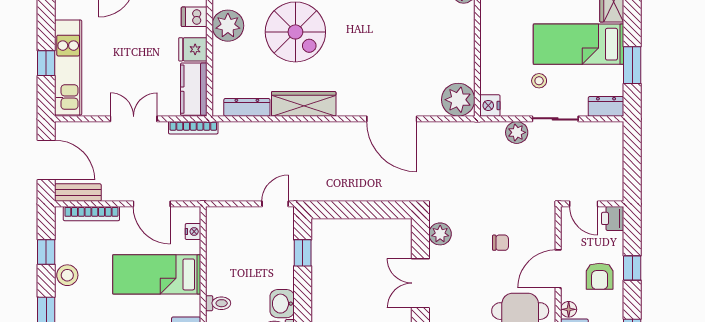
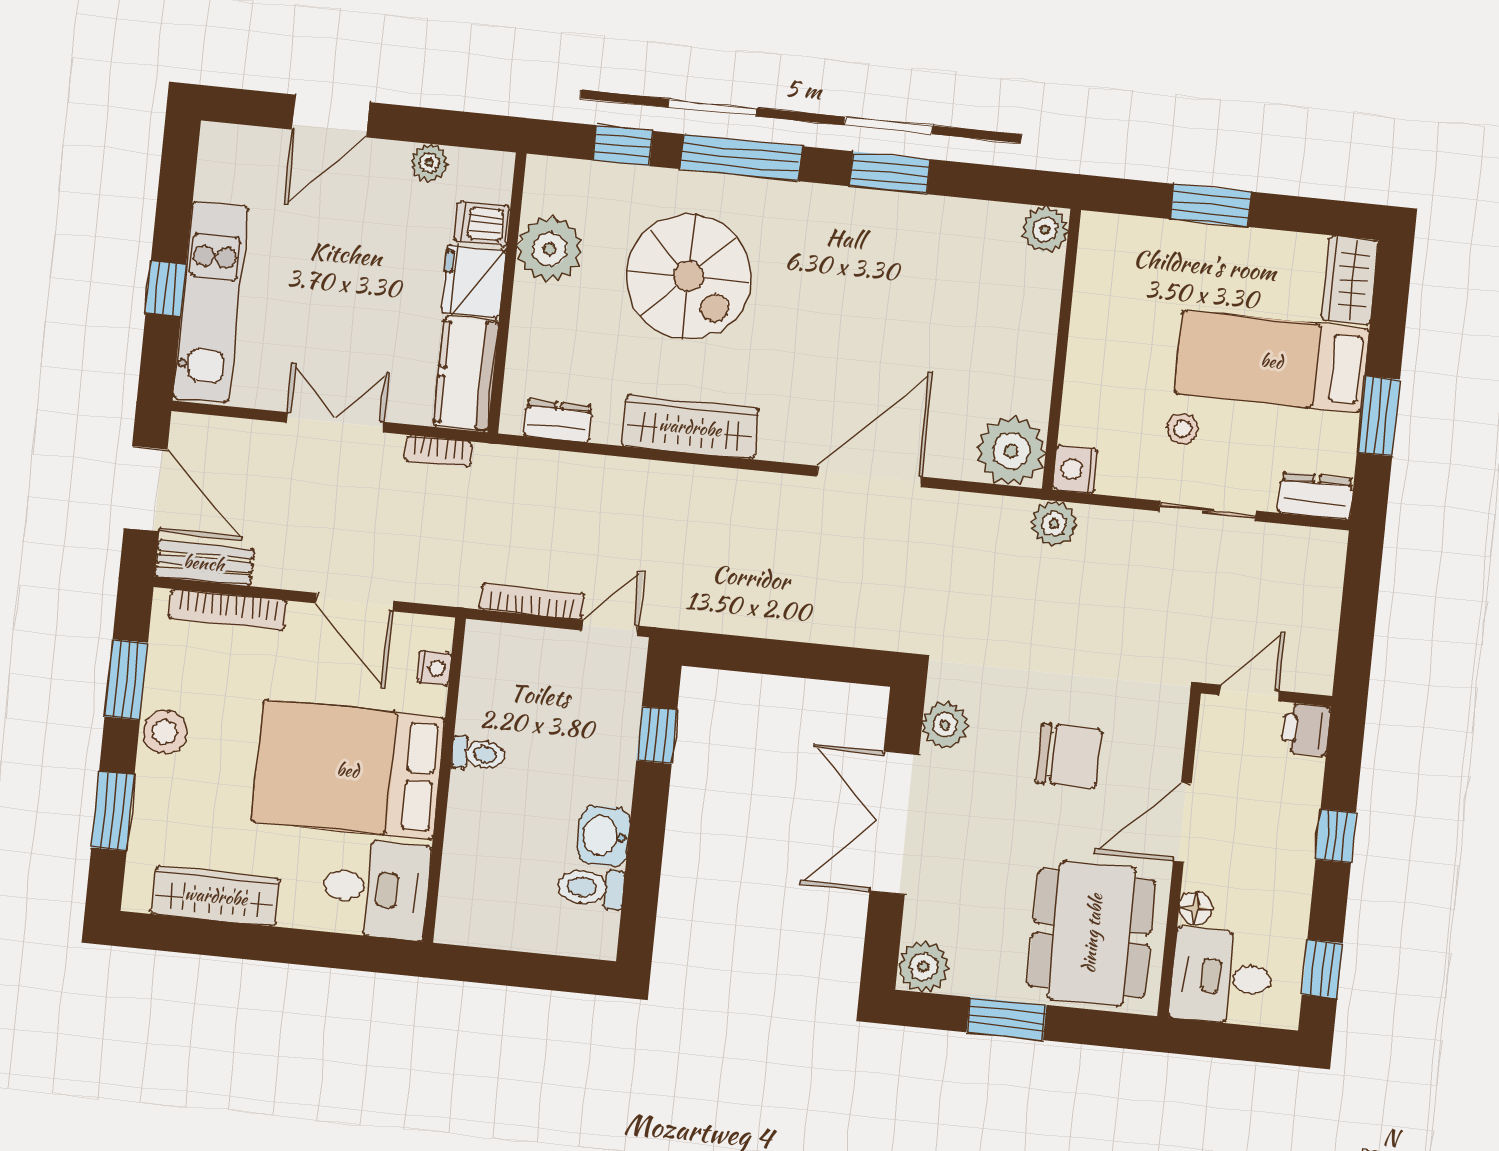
fridge: (193, 49) -> (473, 281), width x1.38
dresser: (247, 107) -> (558, 421), width x0.70
door: (392, 119) -> (869, 477), swing flipped
bookcase: (193, 128) -> (438, 451), width x0.64
plant: (517, 132) -> (1054, 524), moved
bookcase: (236, 195) -> (532, 601), added
door: (584, 204) -> (1249, 693), swing flipped
chair: (500, 243) -> (1069, 756), width x1.87, depth x1.87
window: (46, 252) -> (126, 680), width x1.50
bed: (157, 274) -> (348, 770), width x1.50
armchair: (600, 276) -> (1267, 846), removed
double door: (420, 283) -> (894, 823), width x1.37
toilet: (218, 303) -> (478, 754), moved

